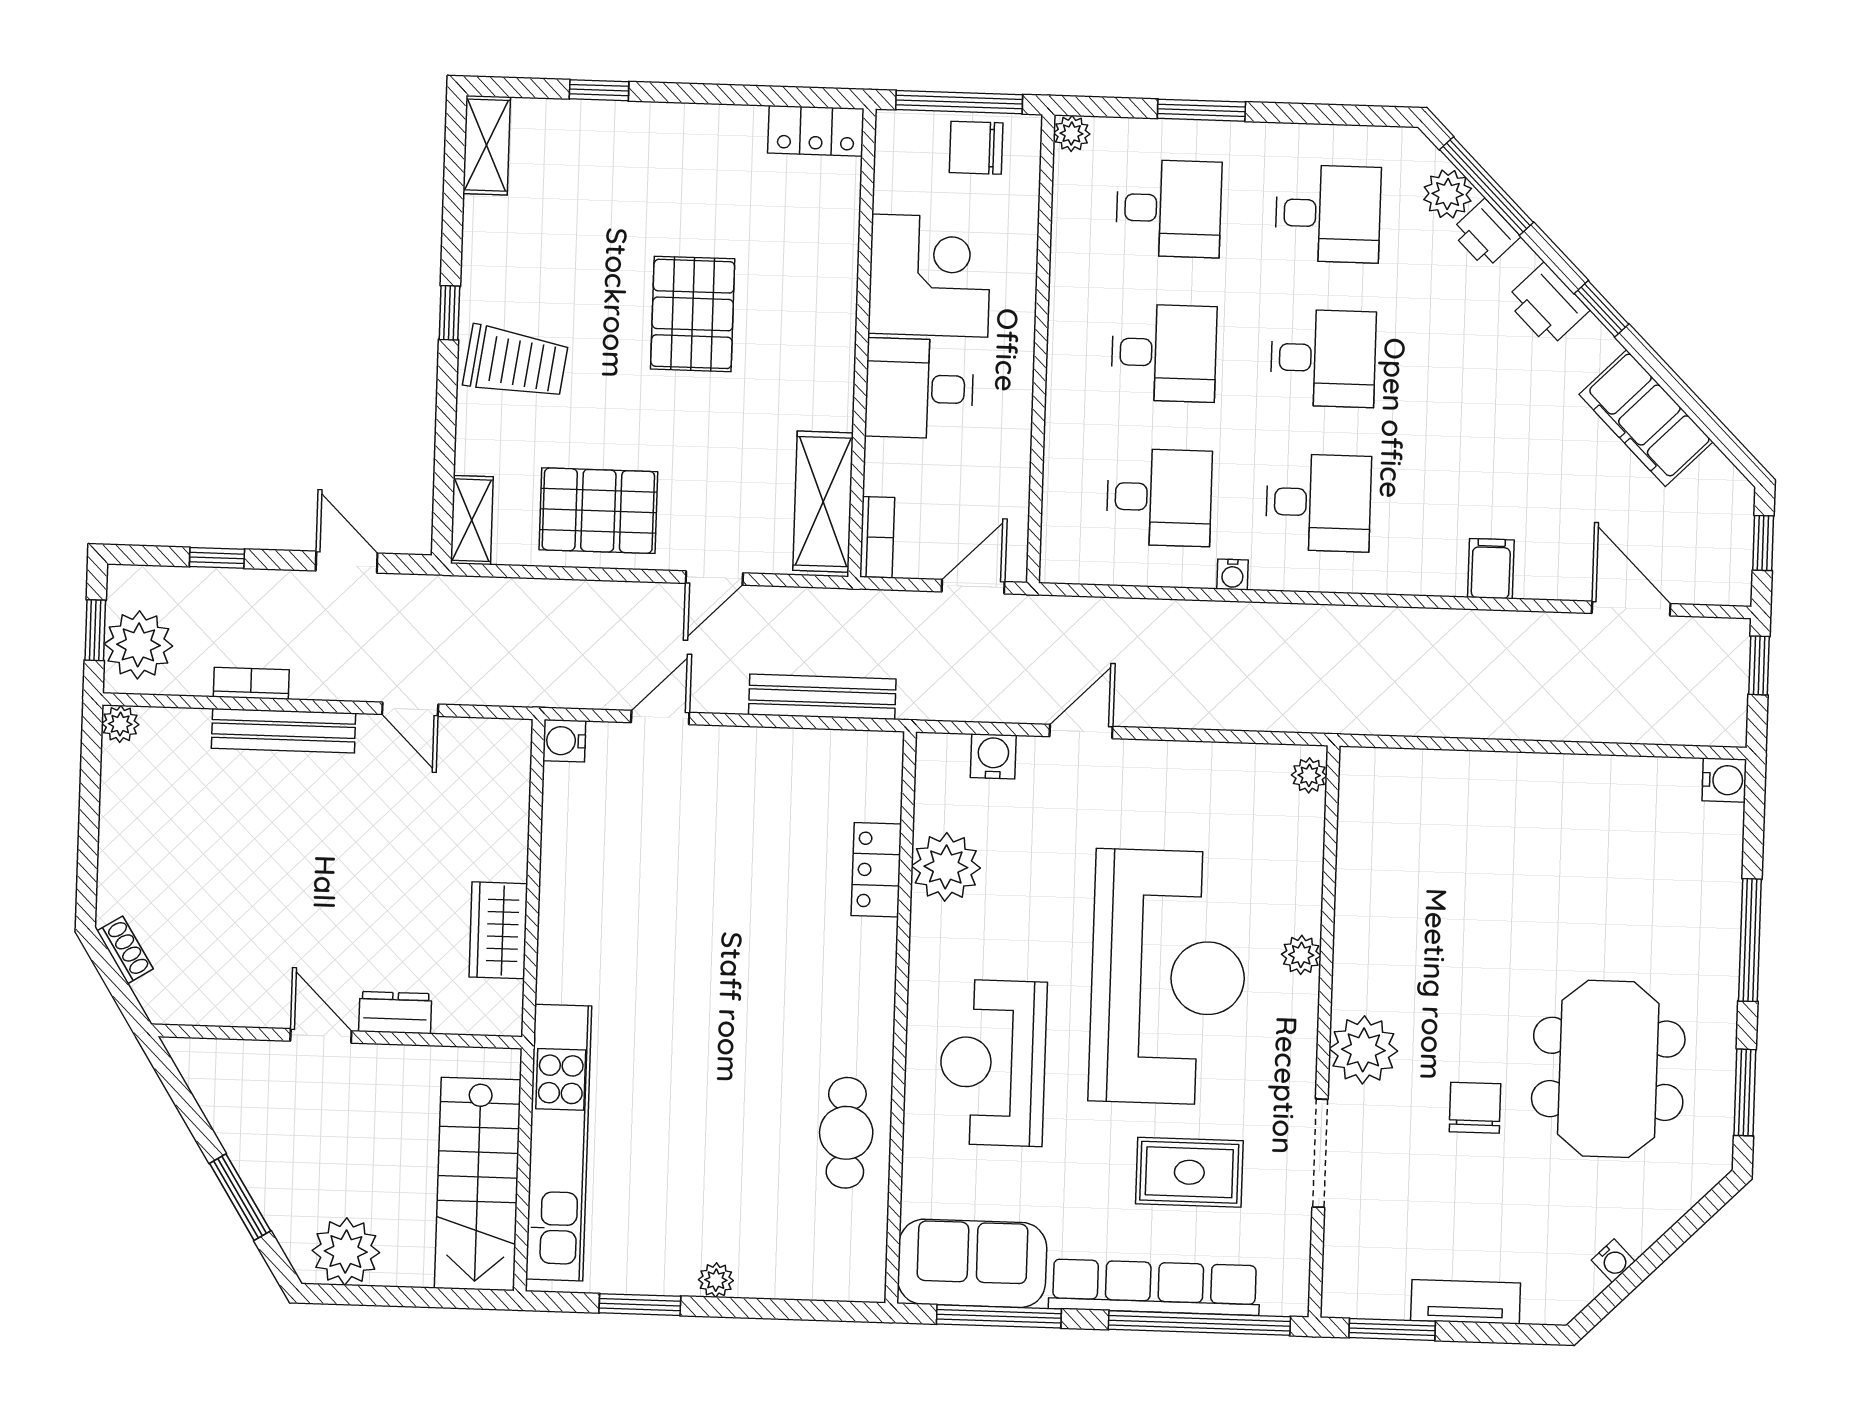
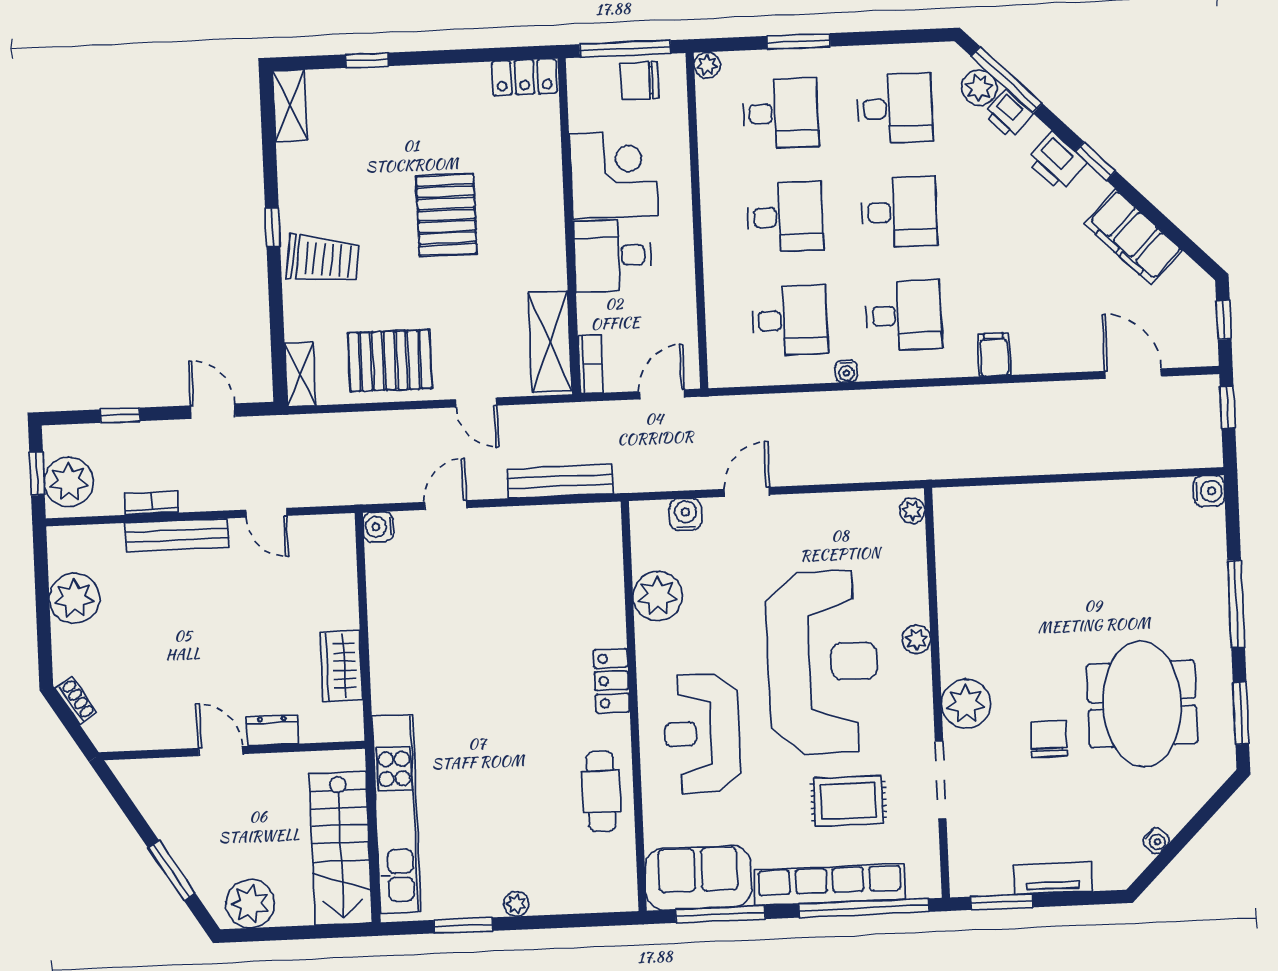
filing cabinet: (1491, 569) -> (994, 355), moved
door: (714, 578) -> (476, 402), hinge flipped
plant: (120, 724) -> (74, 598), moved, width x1.87, depth x1.87
locker: (876, 870) -> (612, 681), moved

